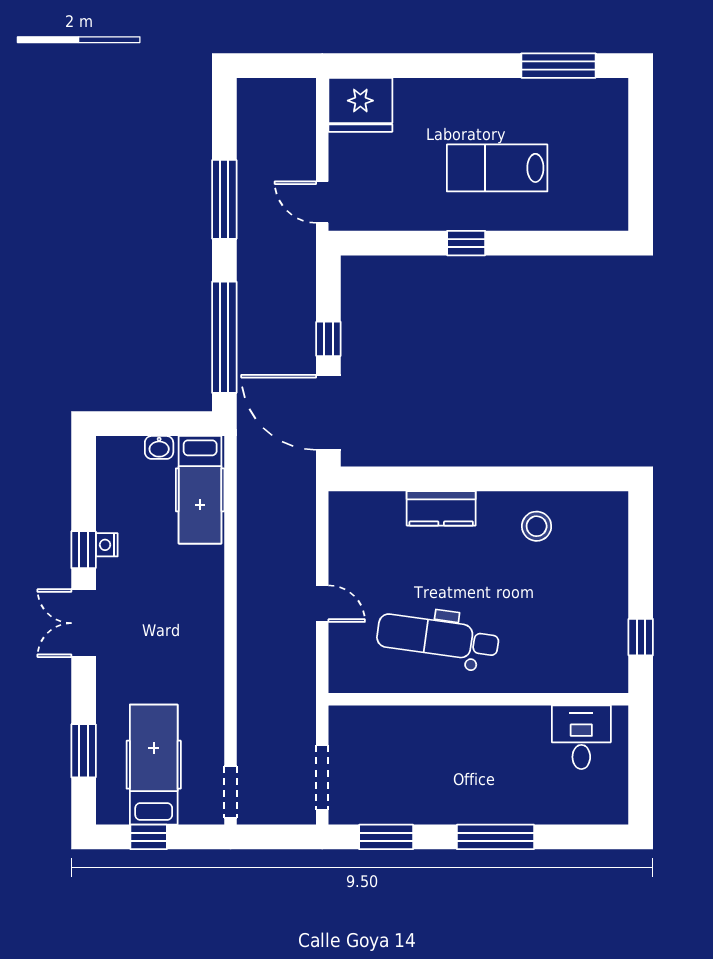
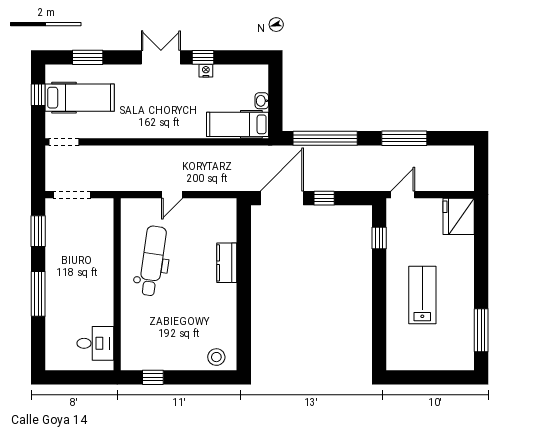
window: (466, 243) -> (379, 238), moved
stool: (537, 526) -> (216, 357), moved

